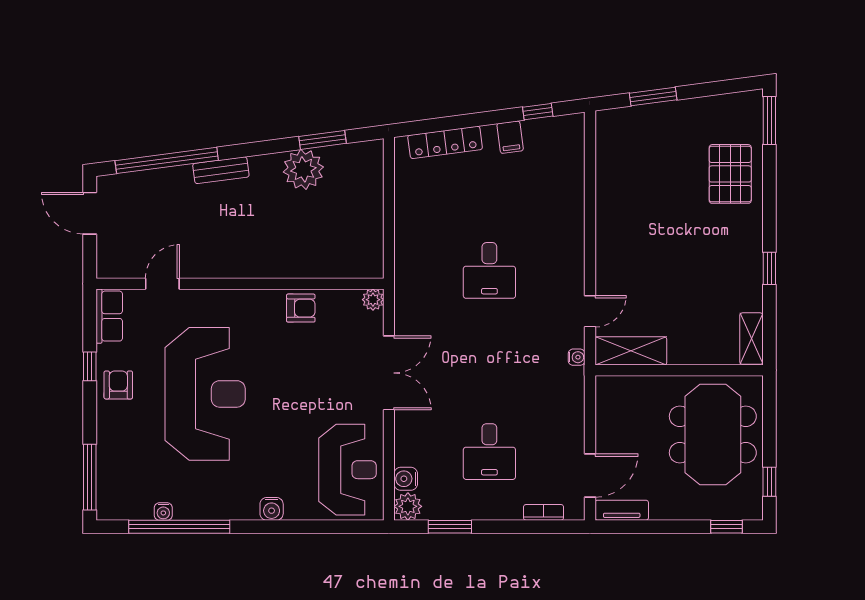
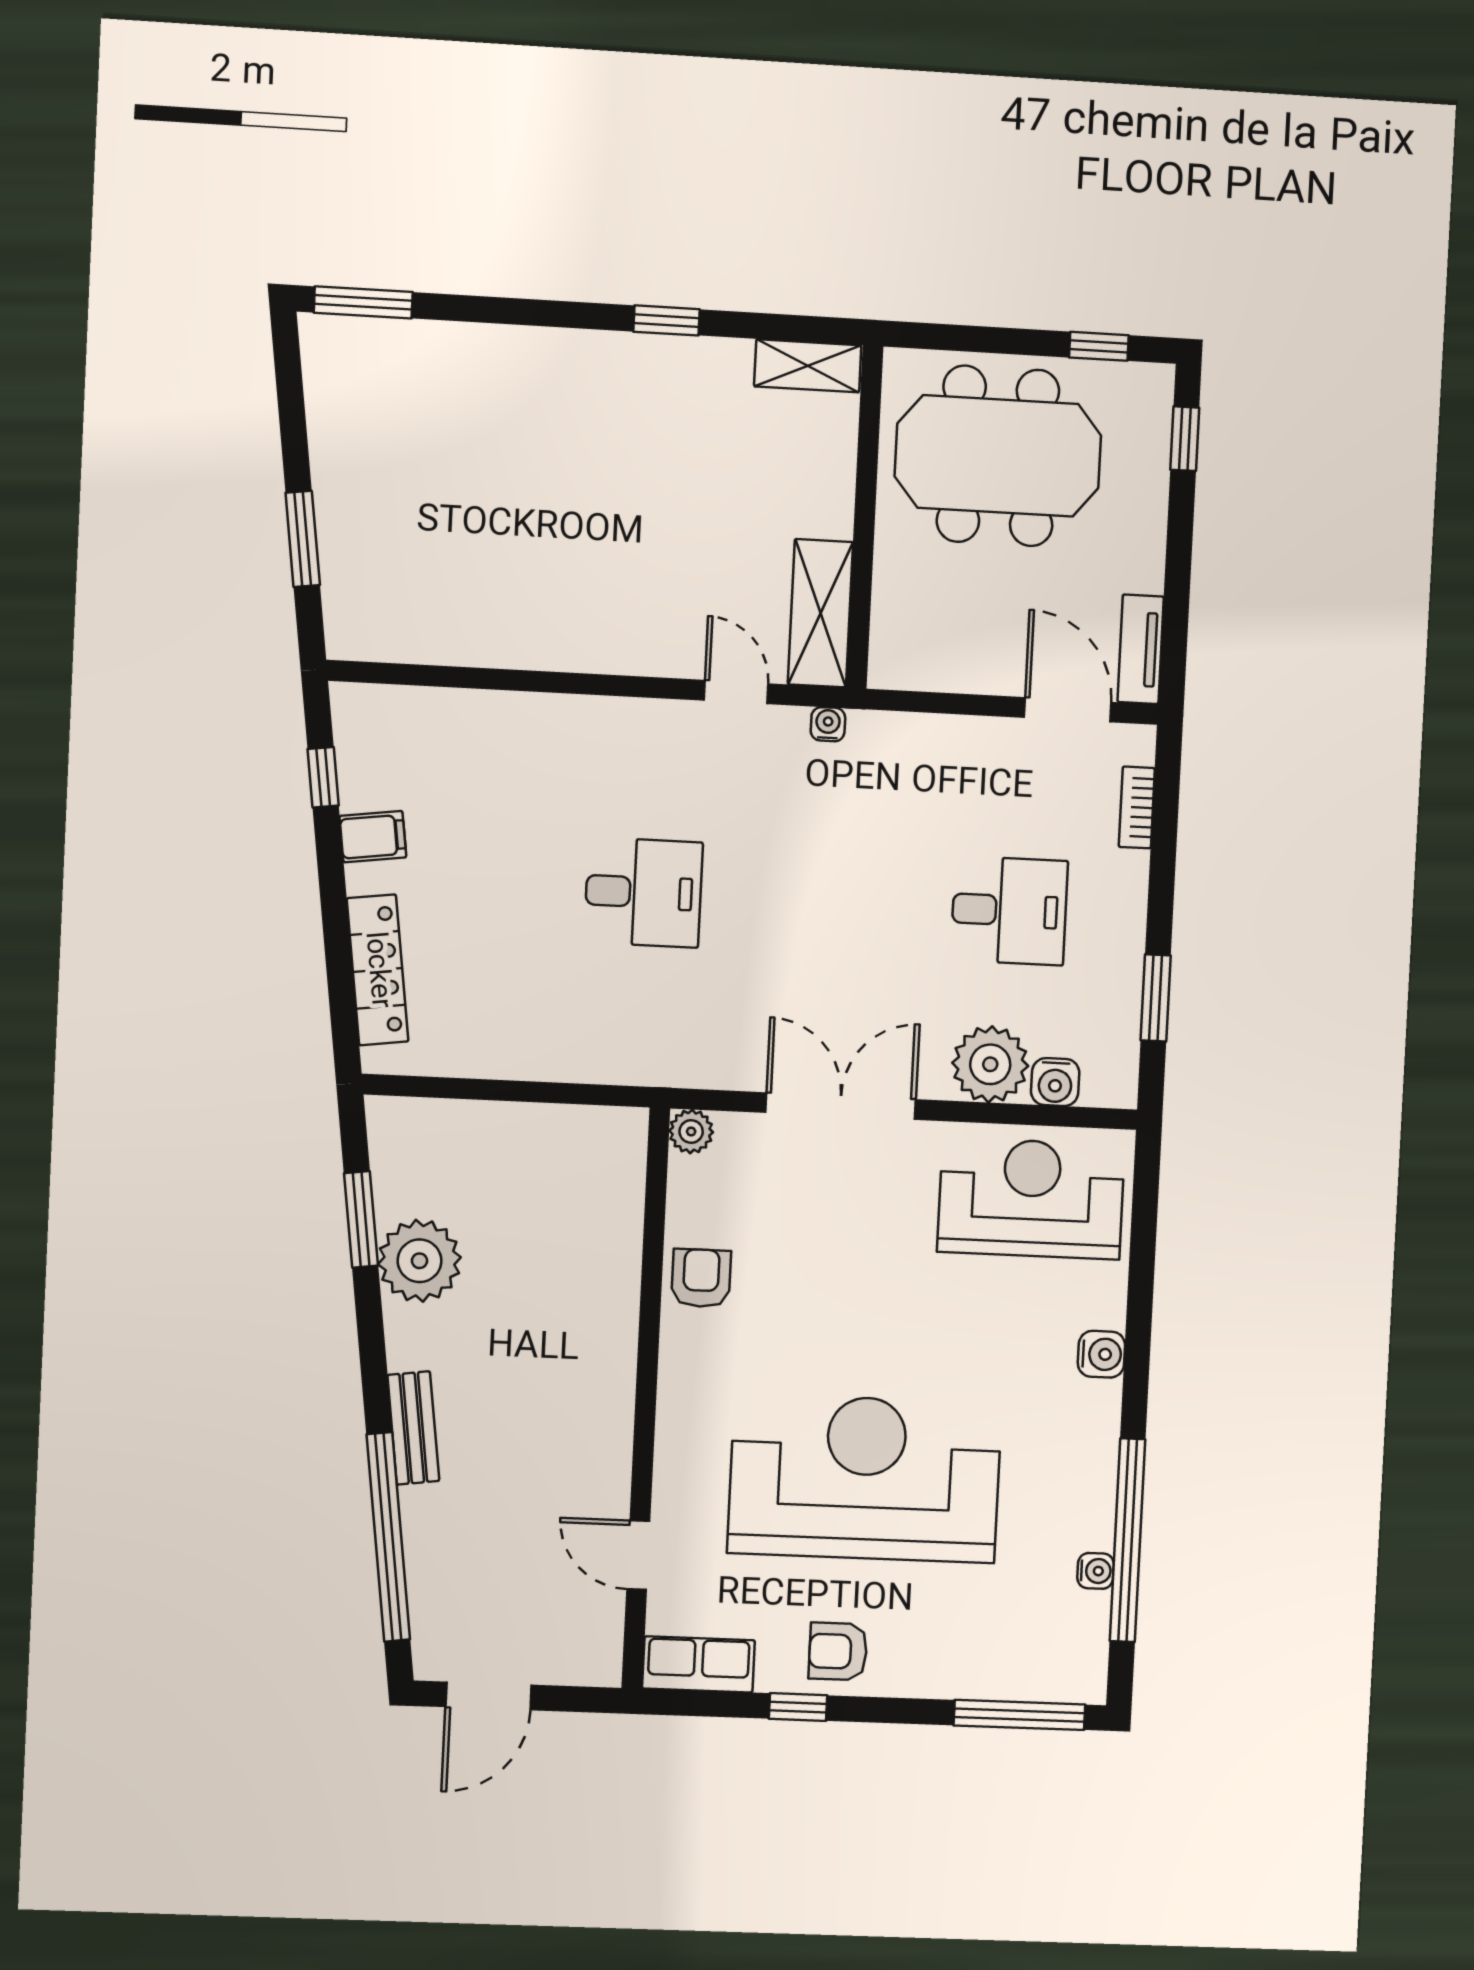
pallet: (730, 174) -> (470, 390), removed
plant: (408, 506) -> (990, 1064), moved, width x1.36, depth x1.36

